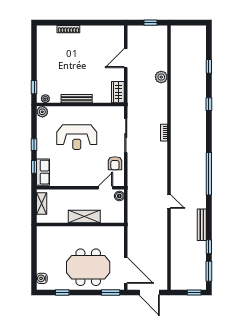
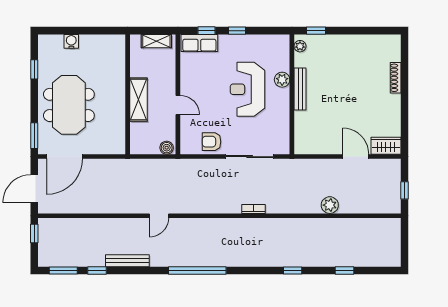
wardrobe: (118, 92) -> (386, 146), moved
plant: (42, 112) -> (282, 80), moved
door: (105, 188) -> (178, 105), moved
water cooler: (42, 278) -> (71, 41), moved
window: (194, 292) -> (34, 233), moved

